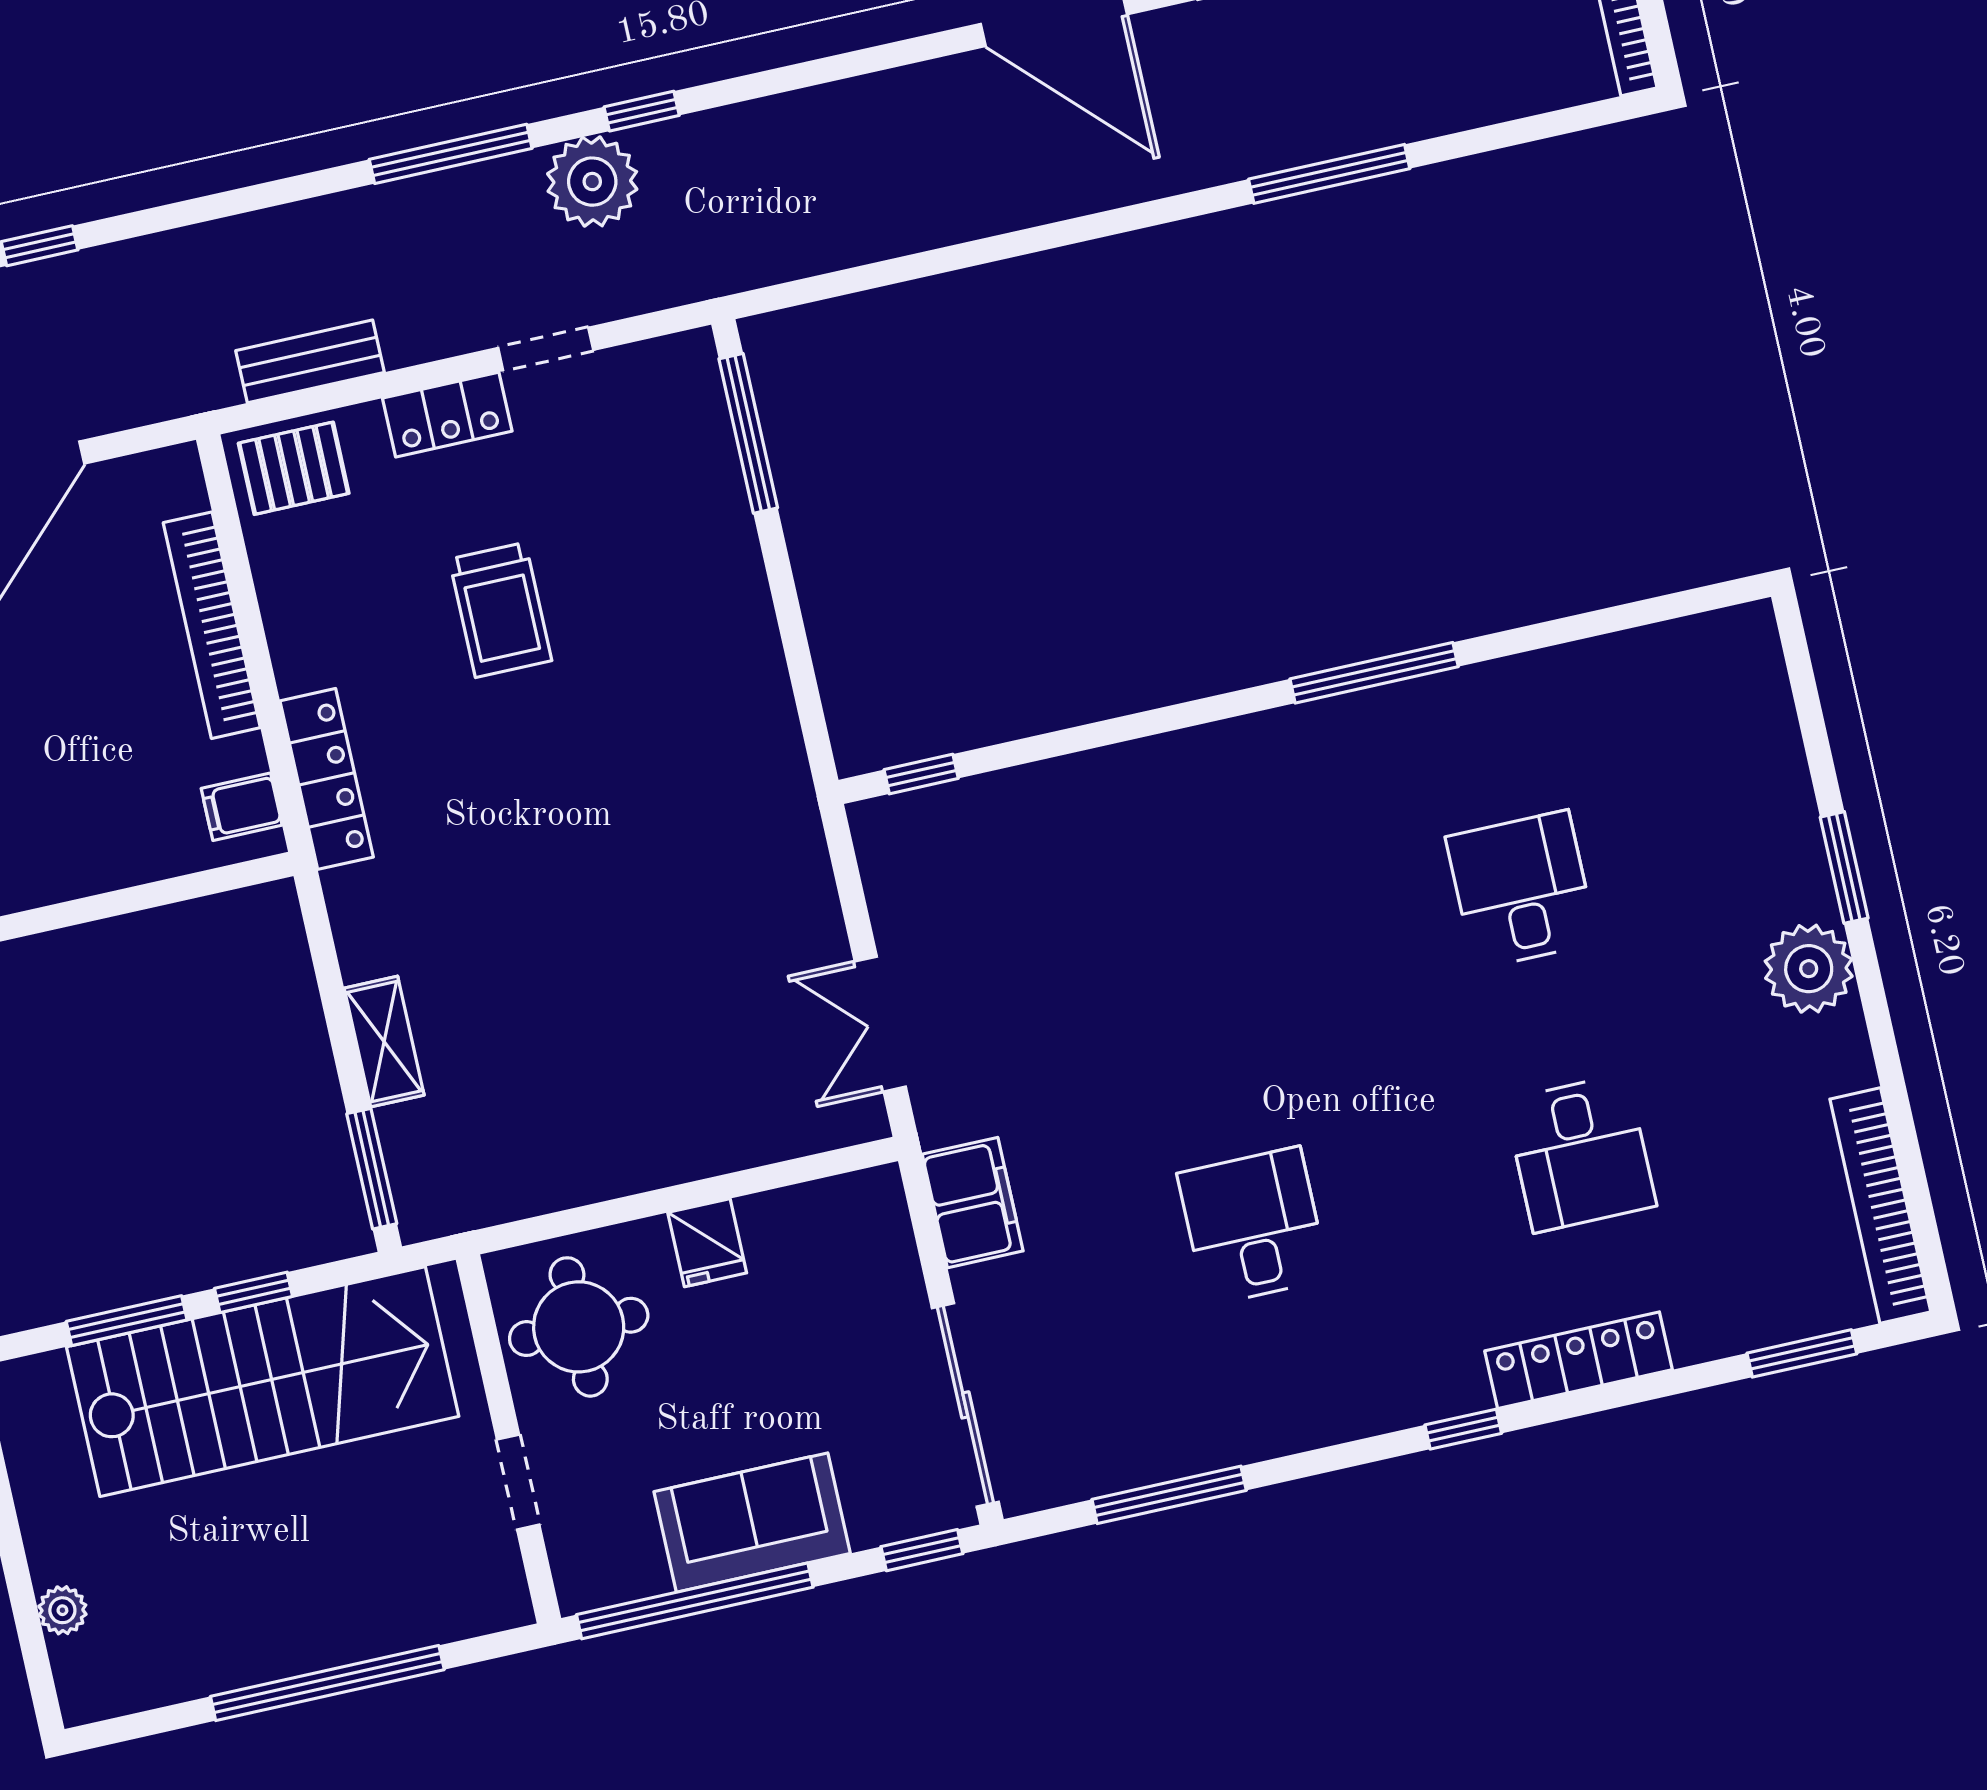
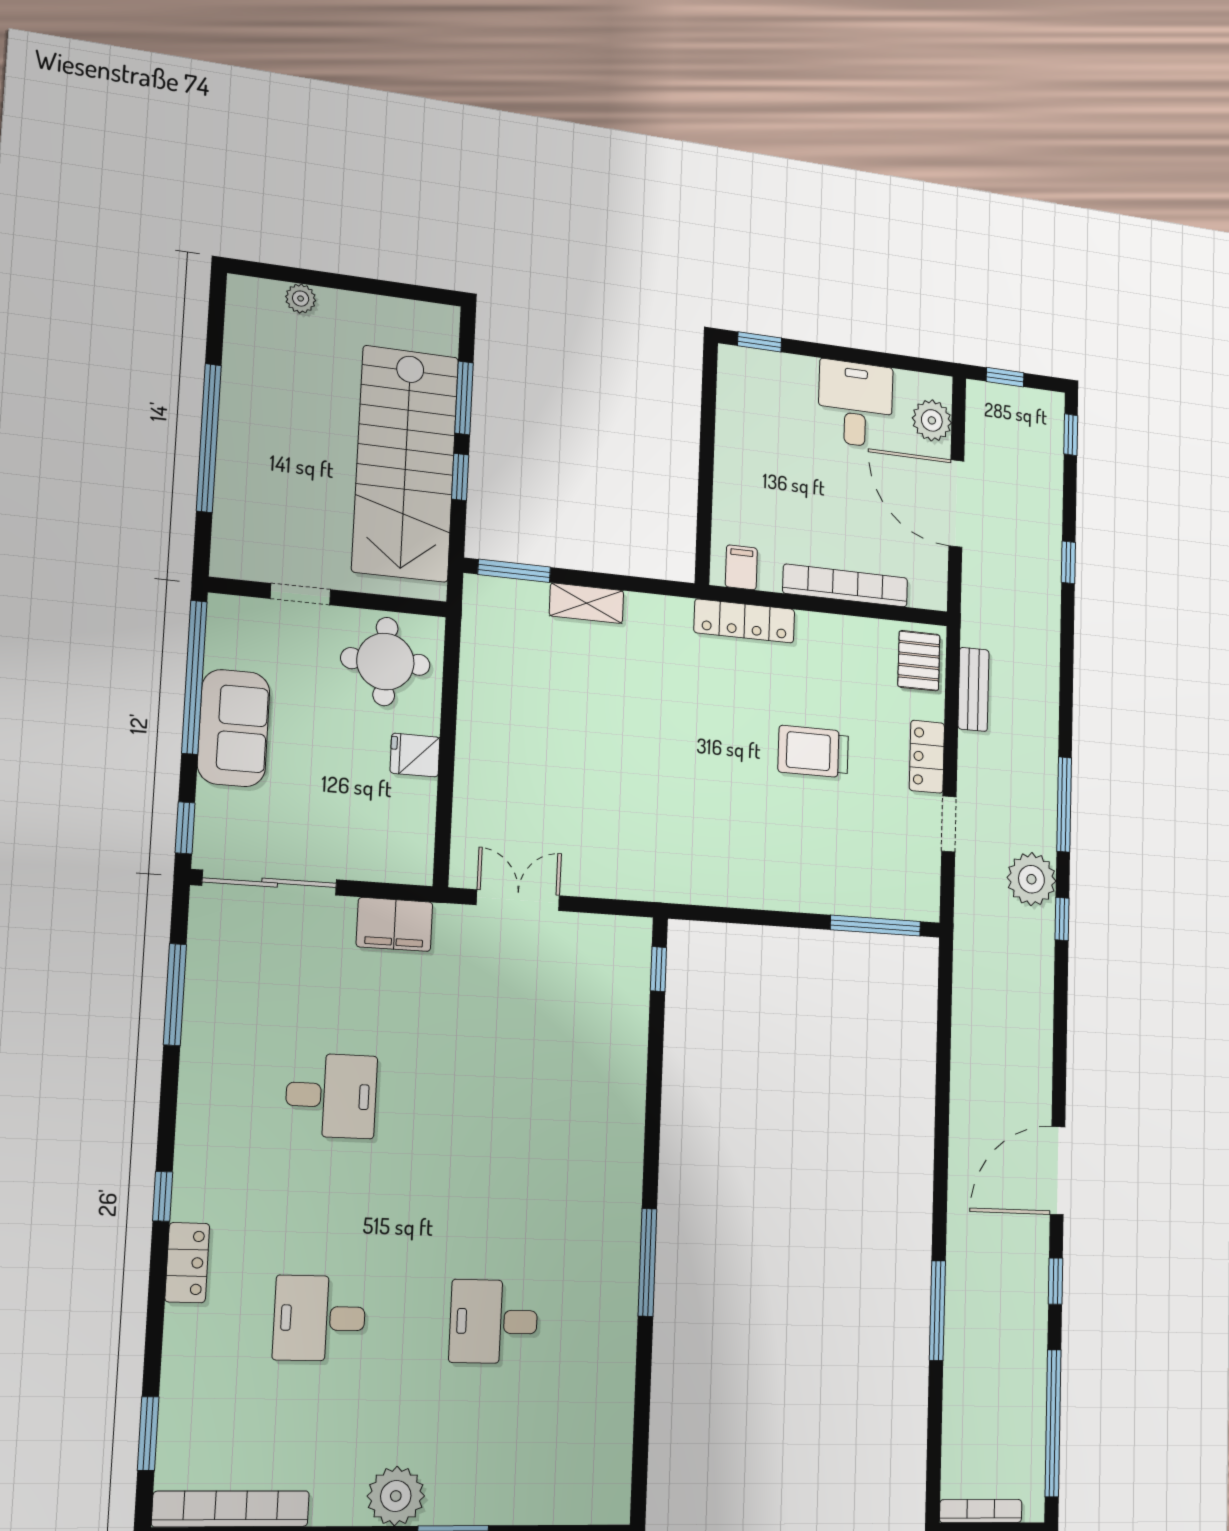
desk: (1521, 890) -> (494, 1322), turned 180
locker: (1579, 1360) -> (187, 1263), width x0.66

